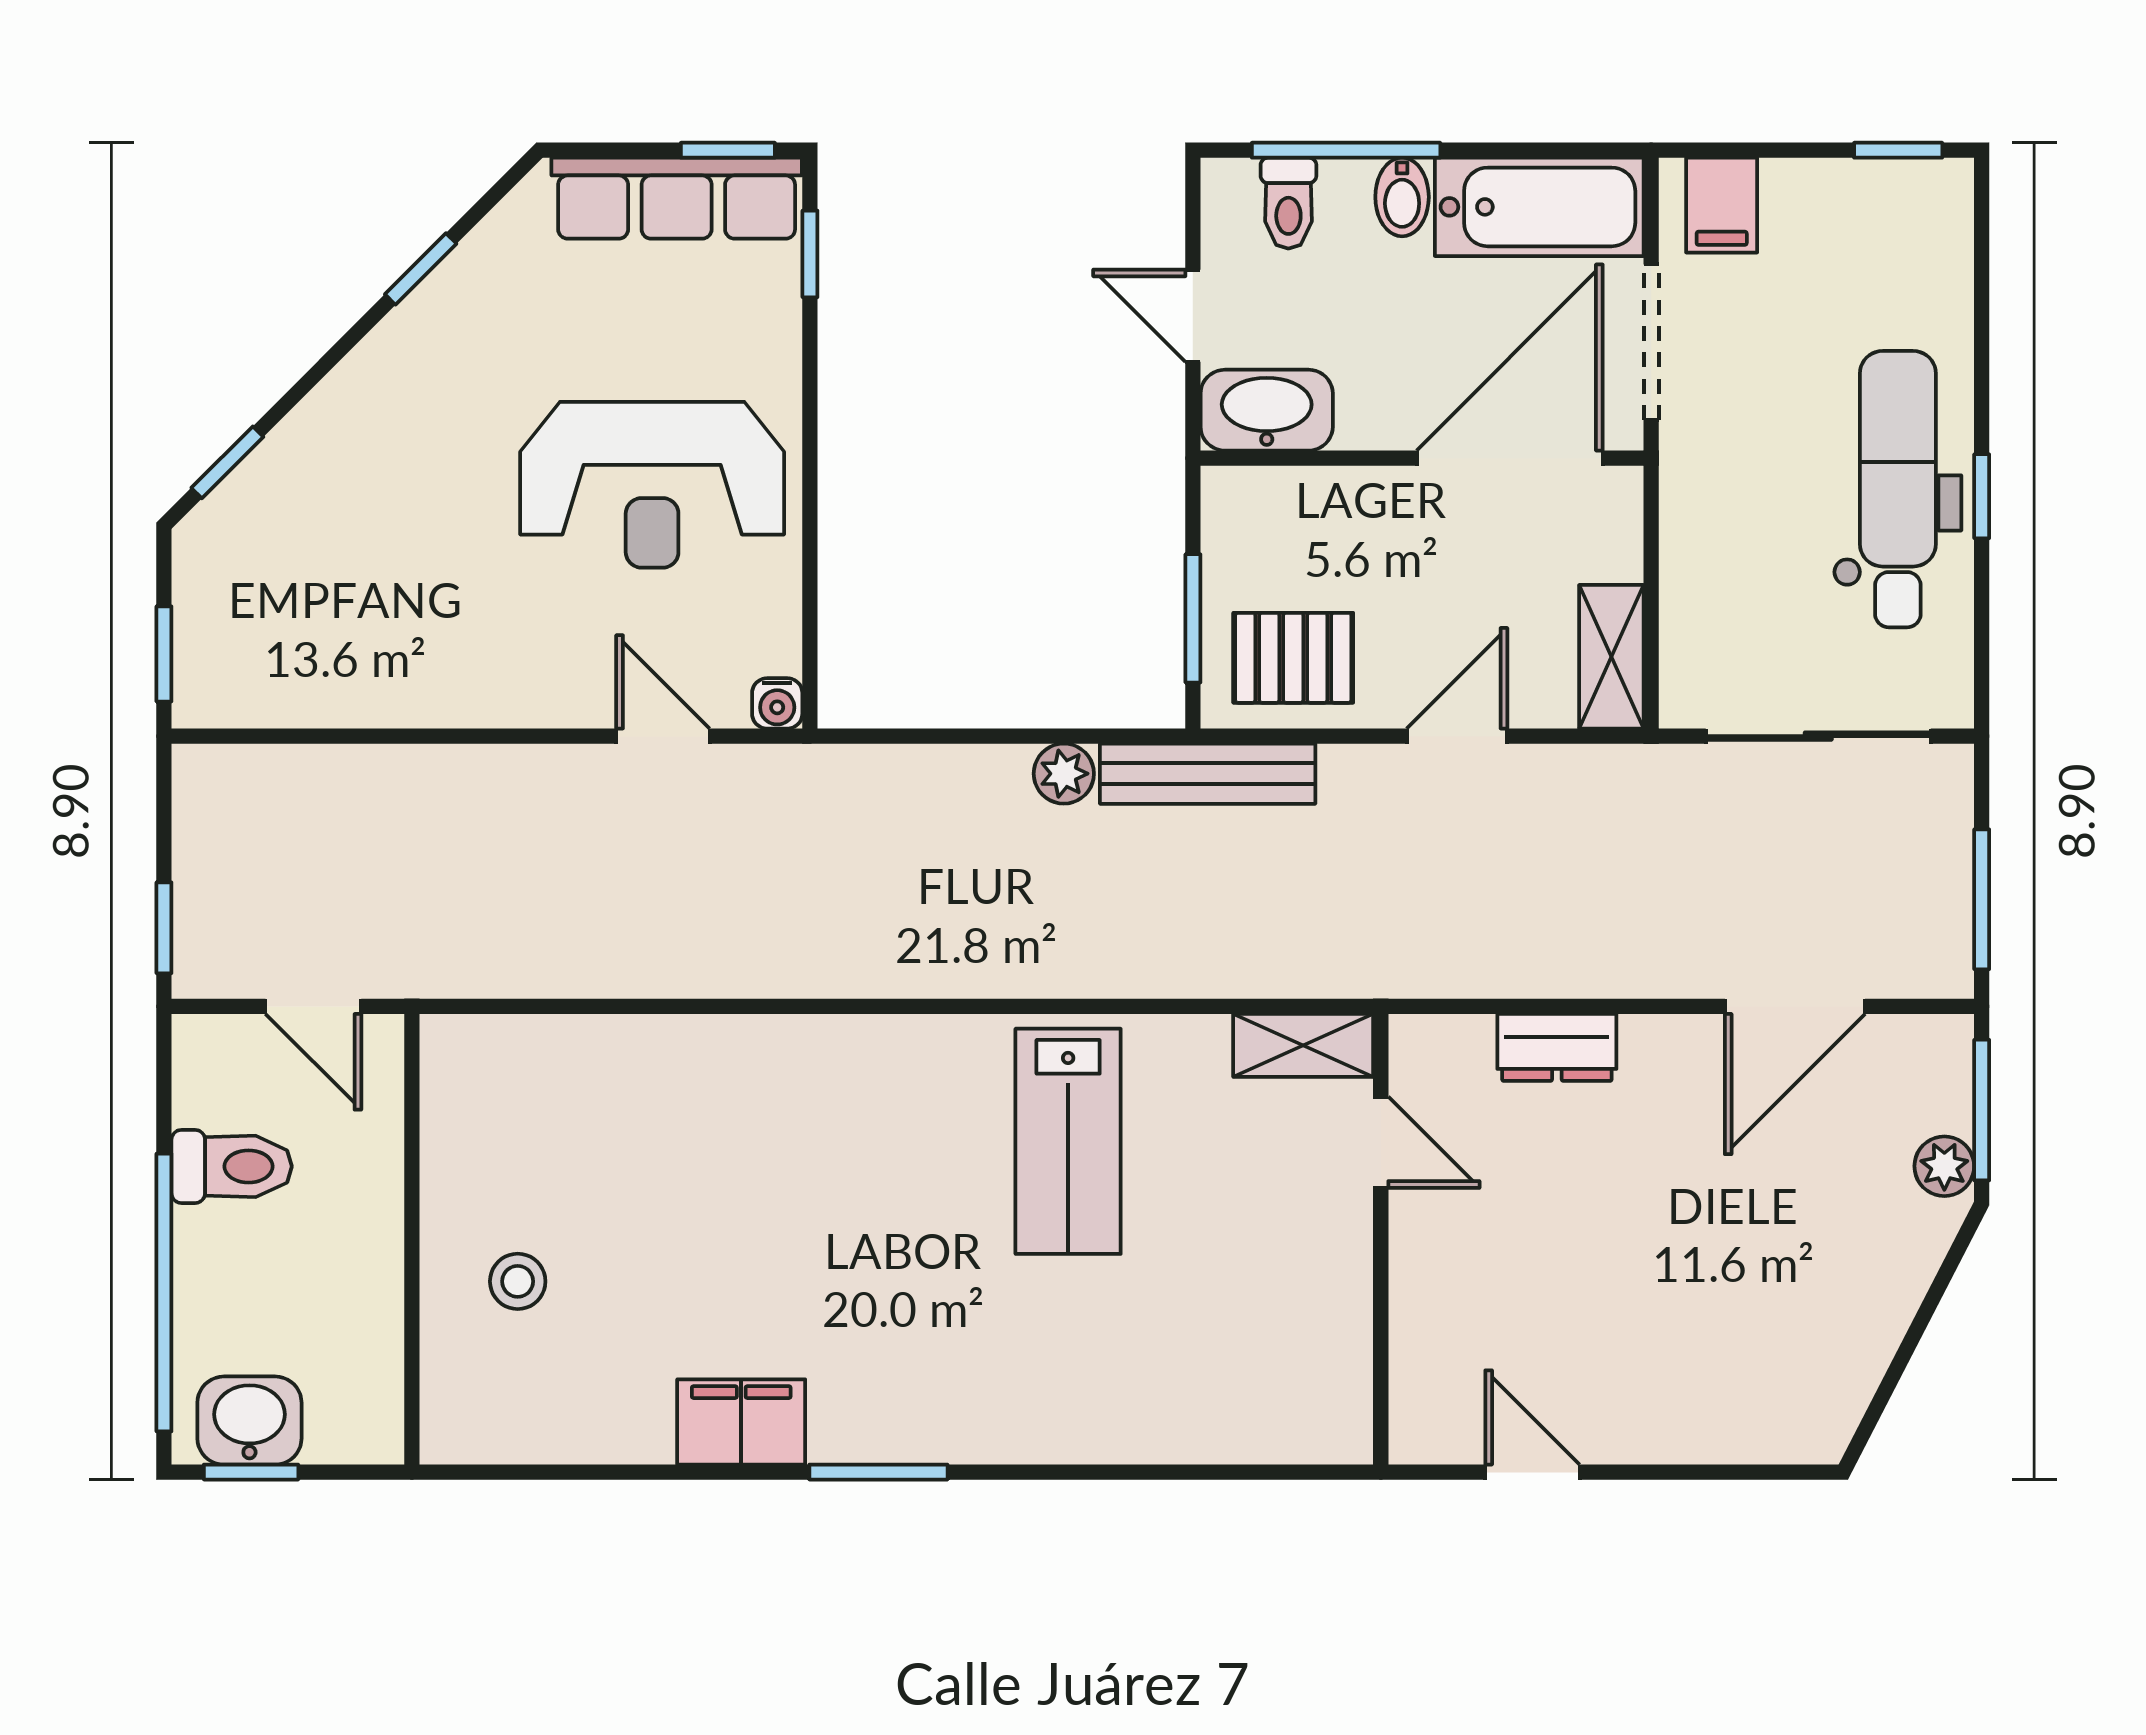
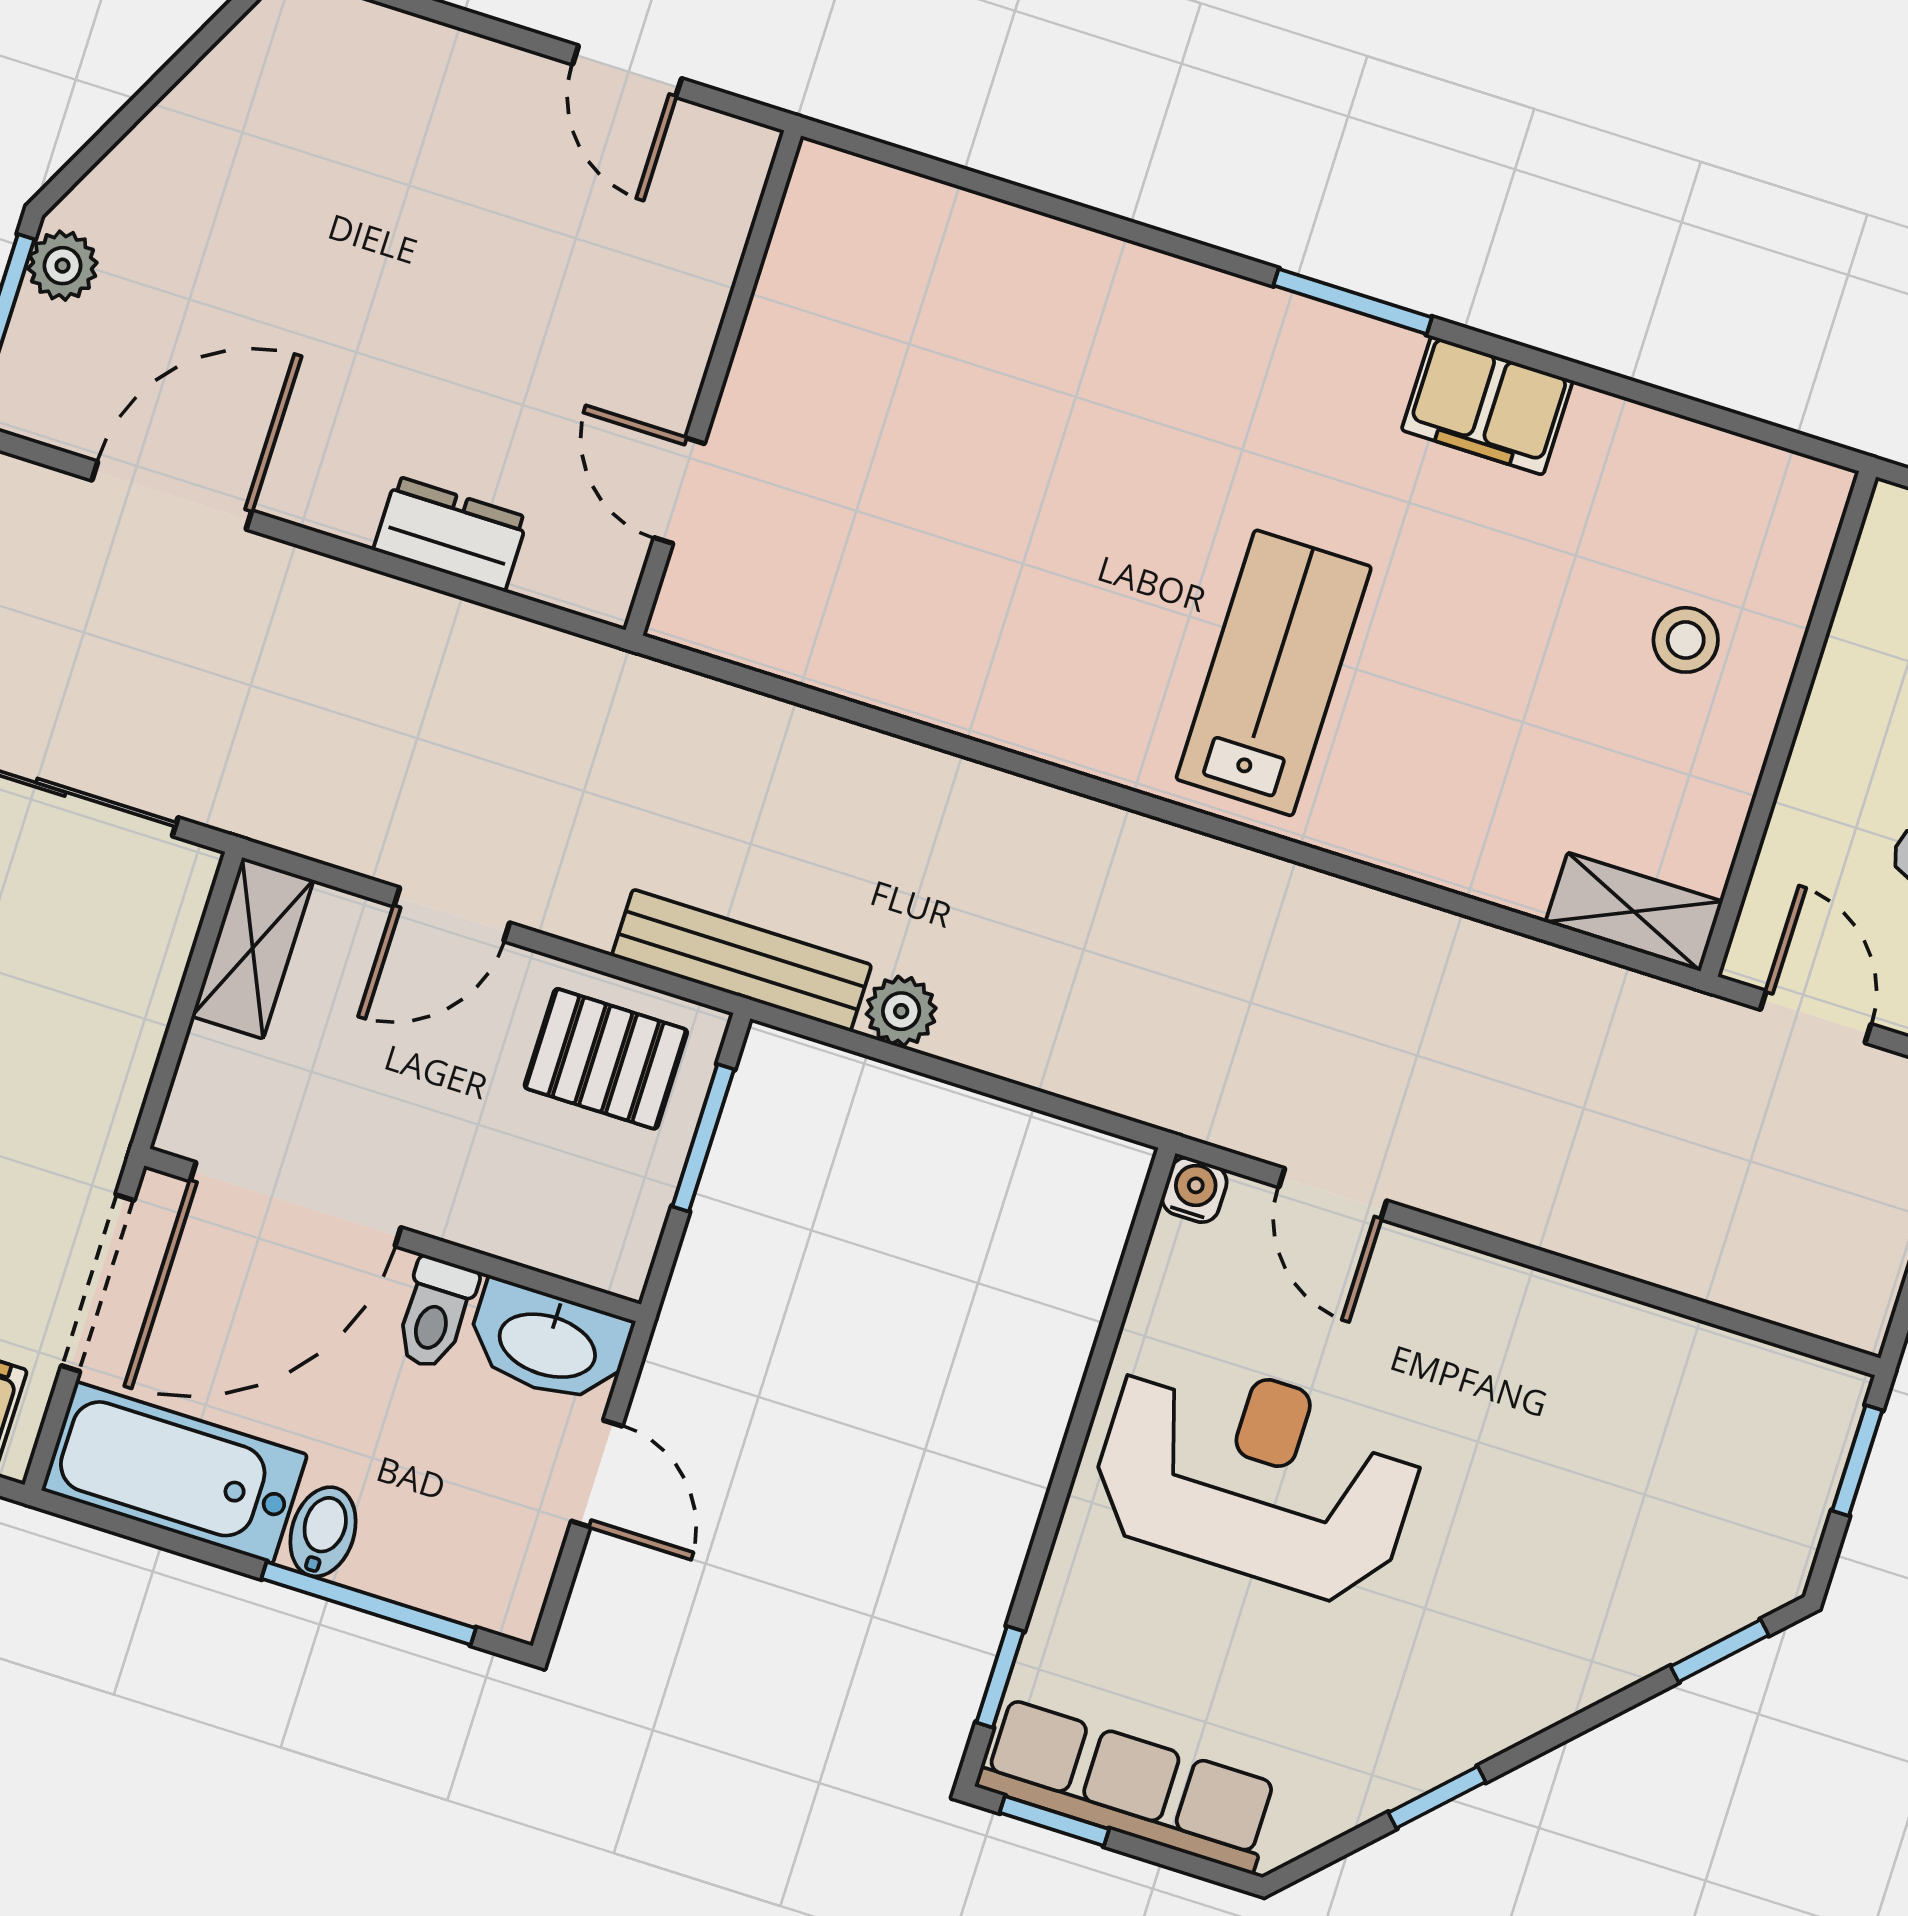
toilet: (1288, 203) -> (435, 1313), moved, turned 180
shelving: (1303, 1045) -> (1634, 912), moved
lab bench: (1068, 1141) -> (1274, 673), moved

